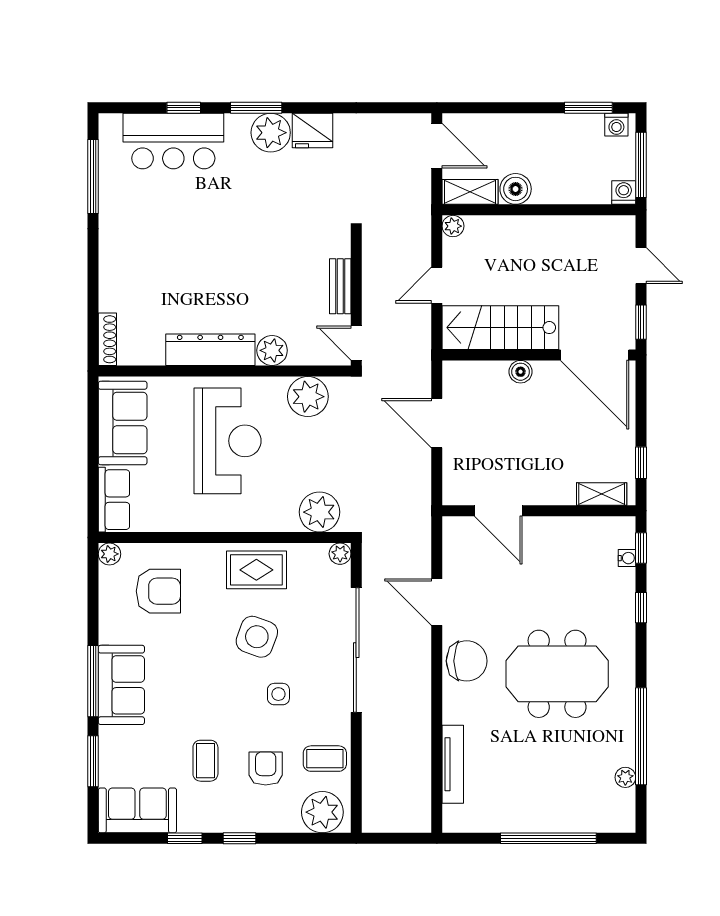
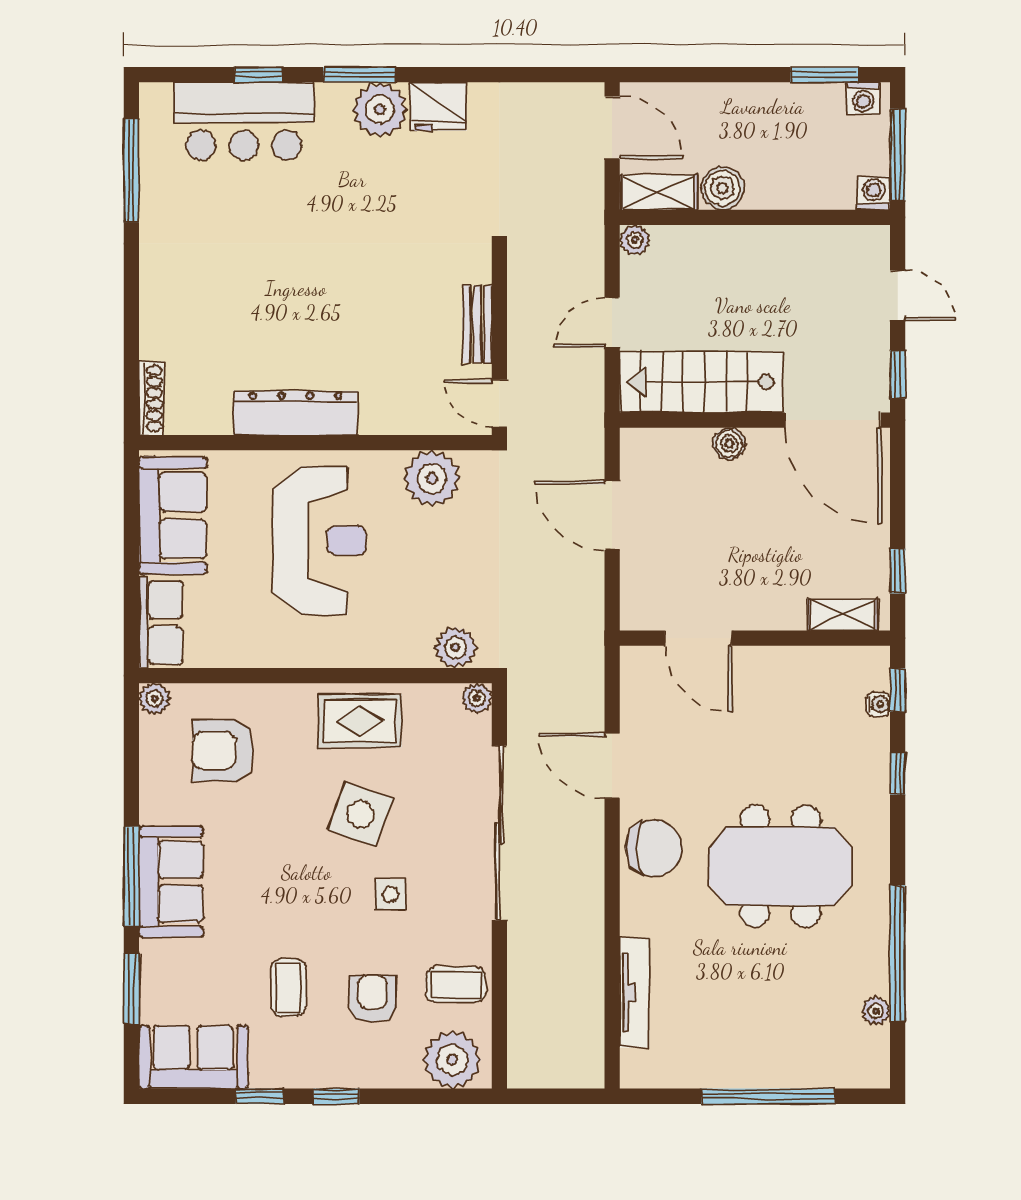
plant: (272, 350) -> (382, 414), removed
plant: (319, 512) -> (456, 647), width x0.73, depth x0.73
armchair: (158, 591) -> (223, 751), turned 180

